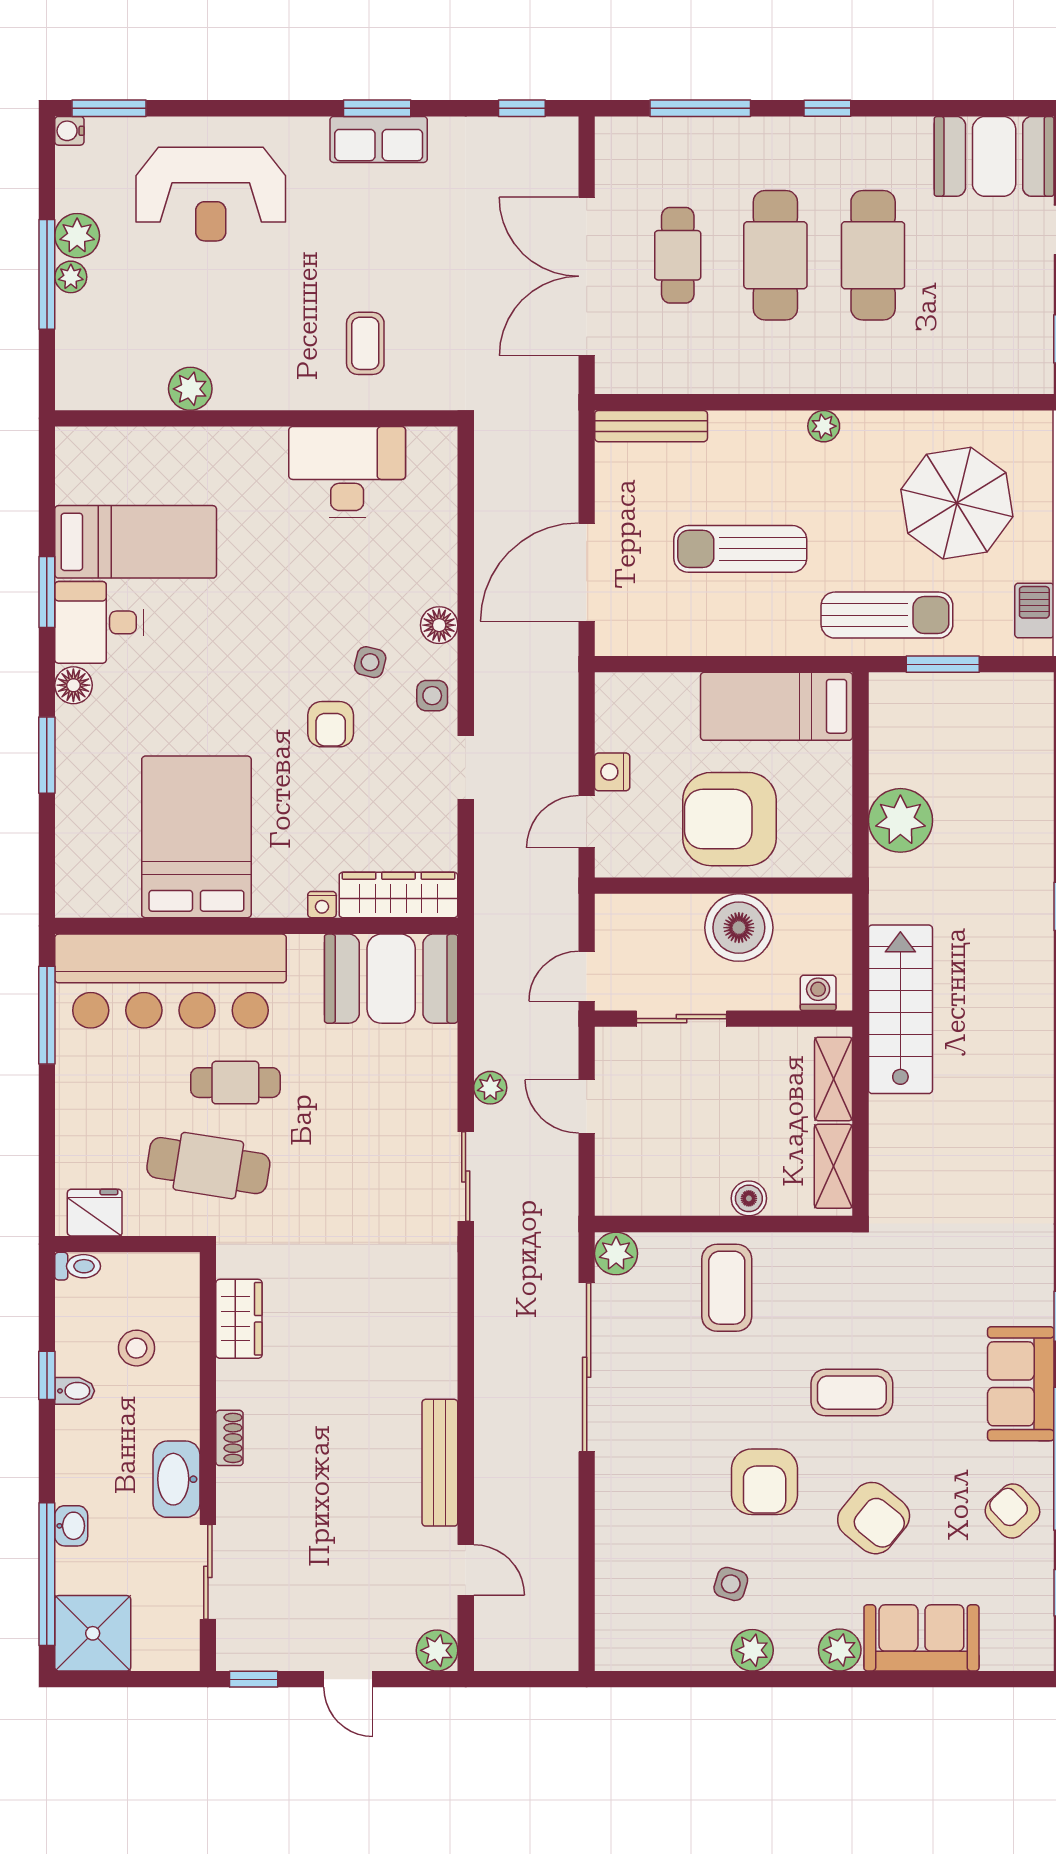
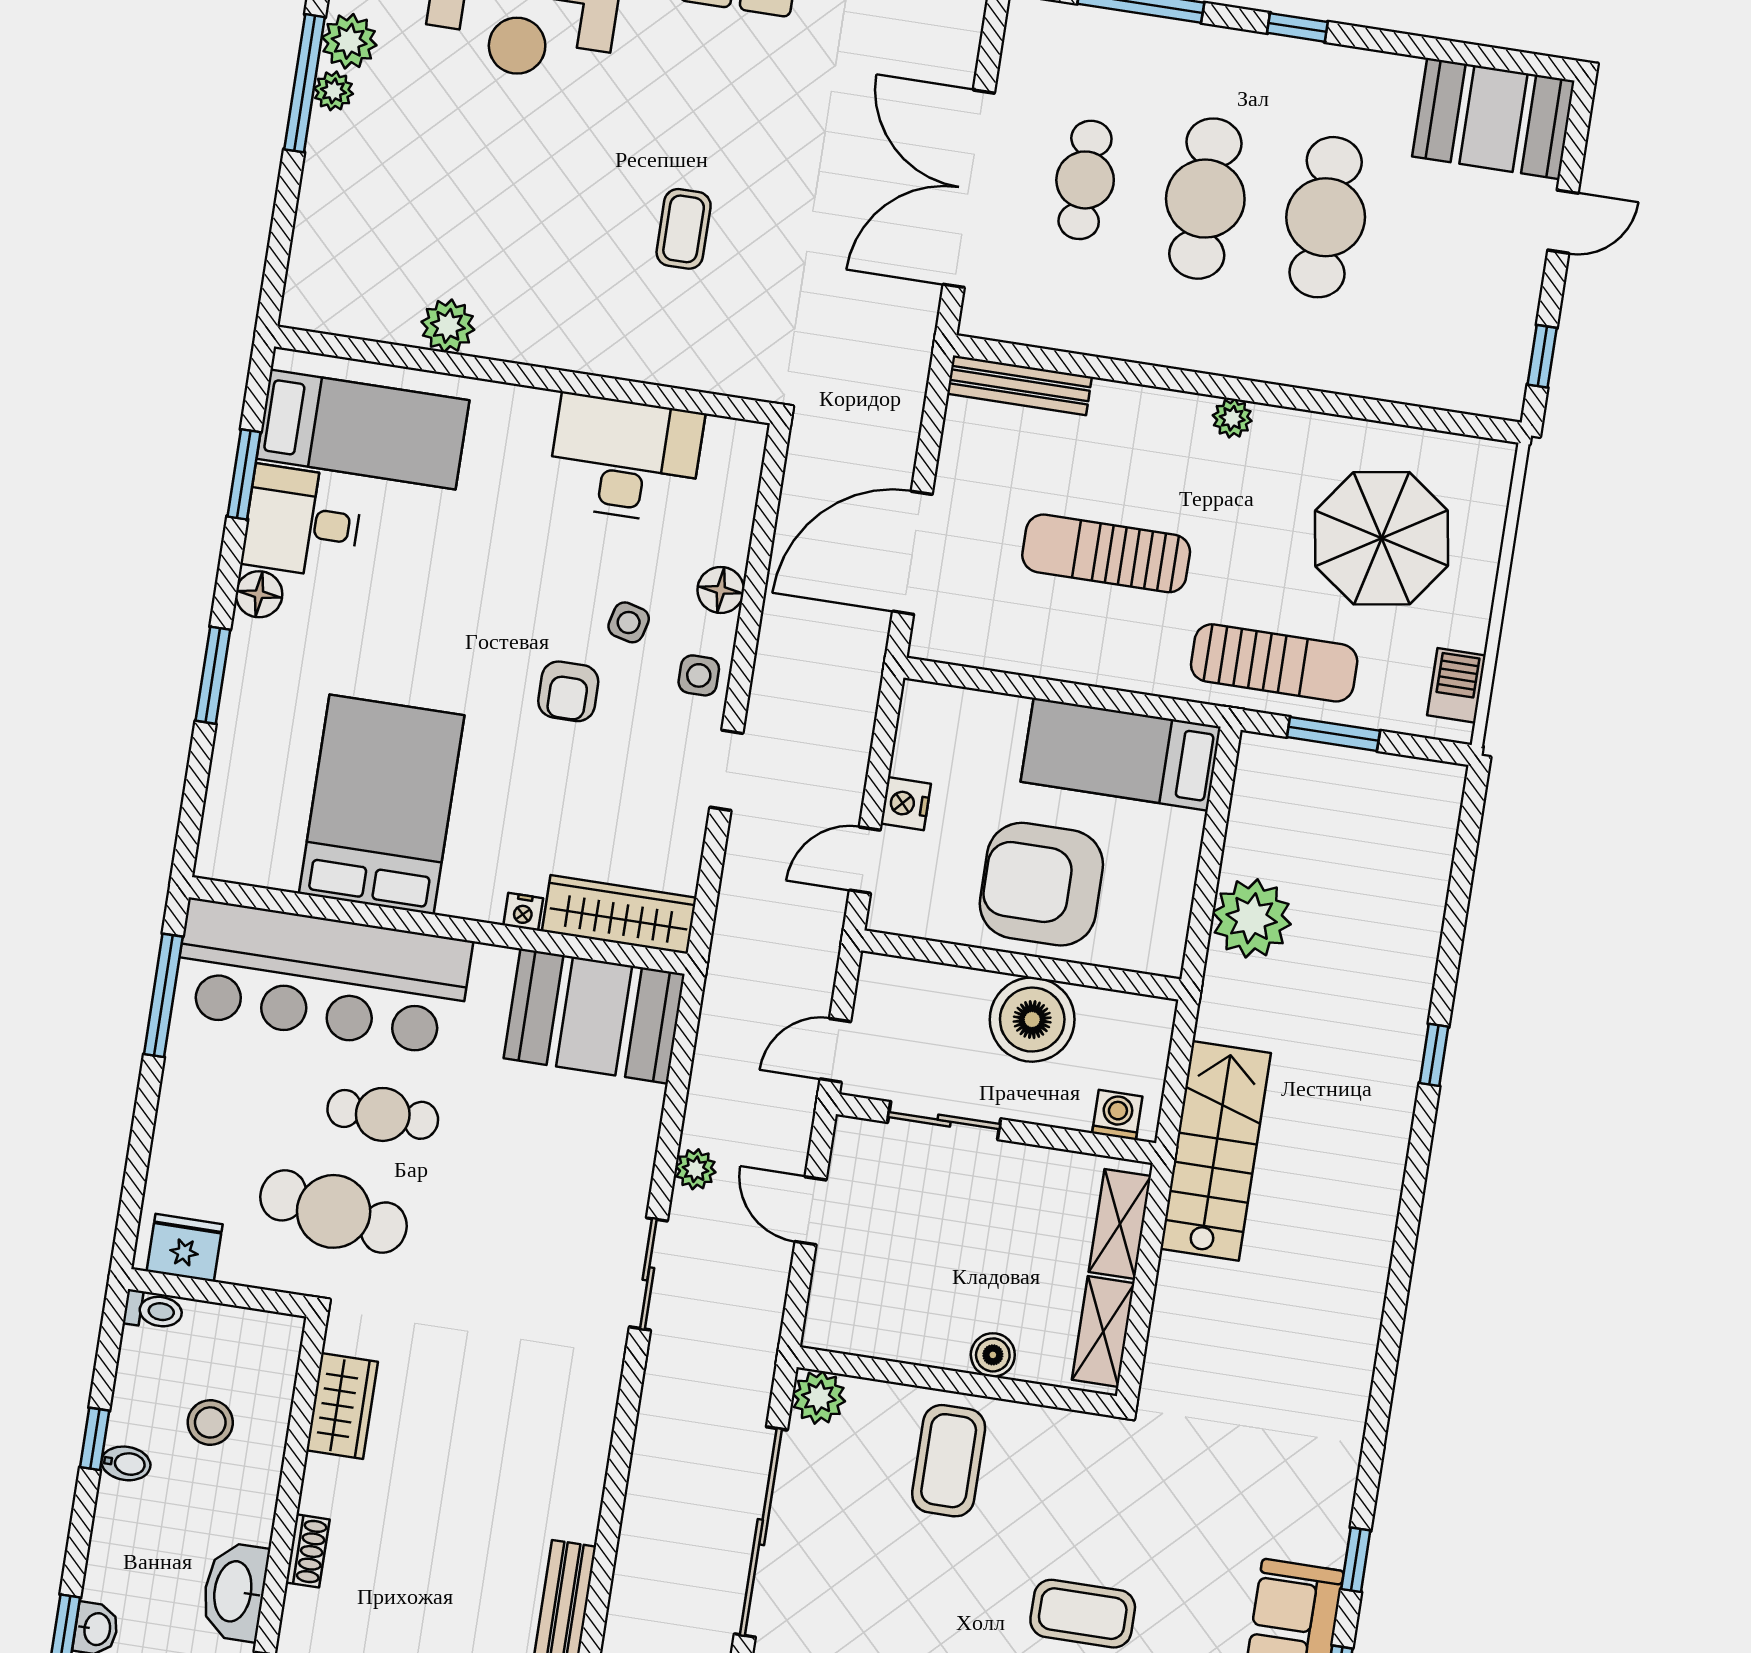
plant: (190, 389) -> (448, 326), moved
wall: (256, 418) -> (523, 375), moved
desk: (347, 472) -> (625, 458), moved

